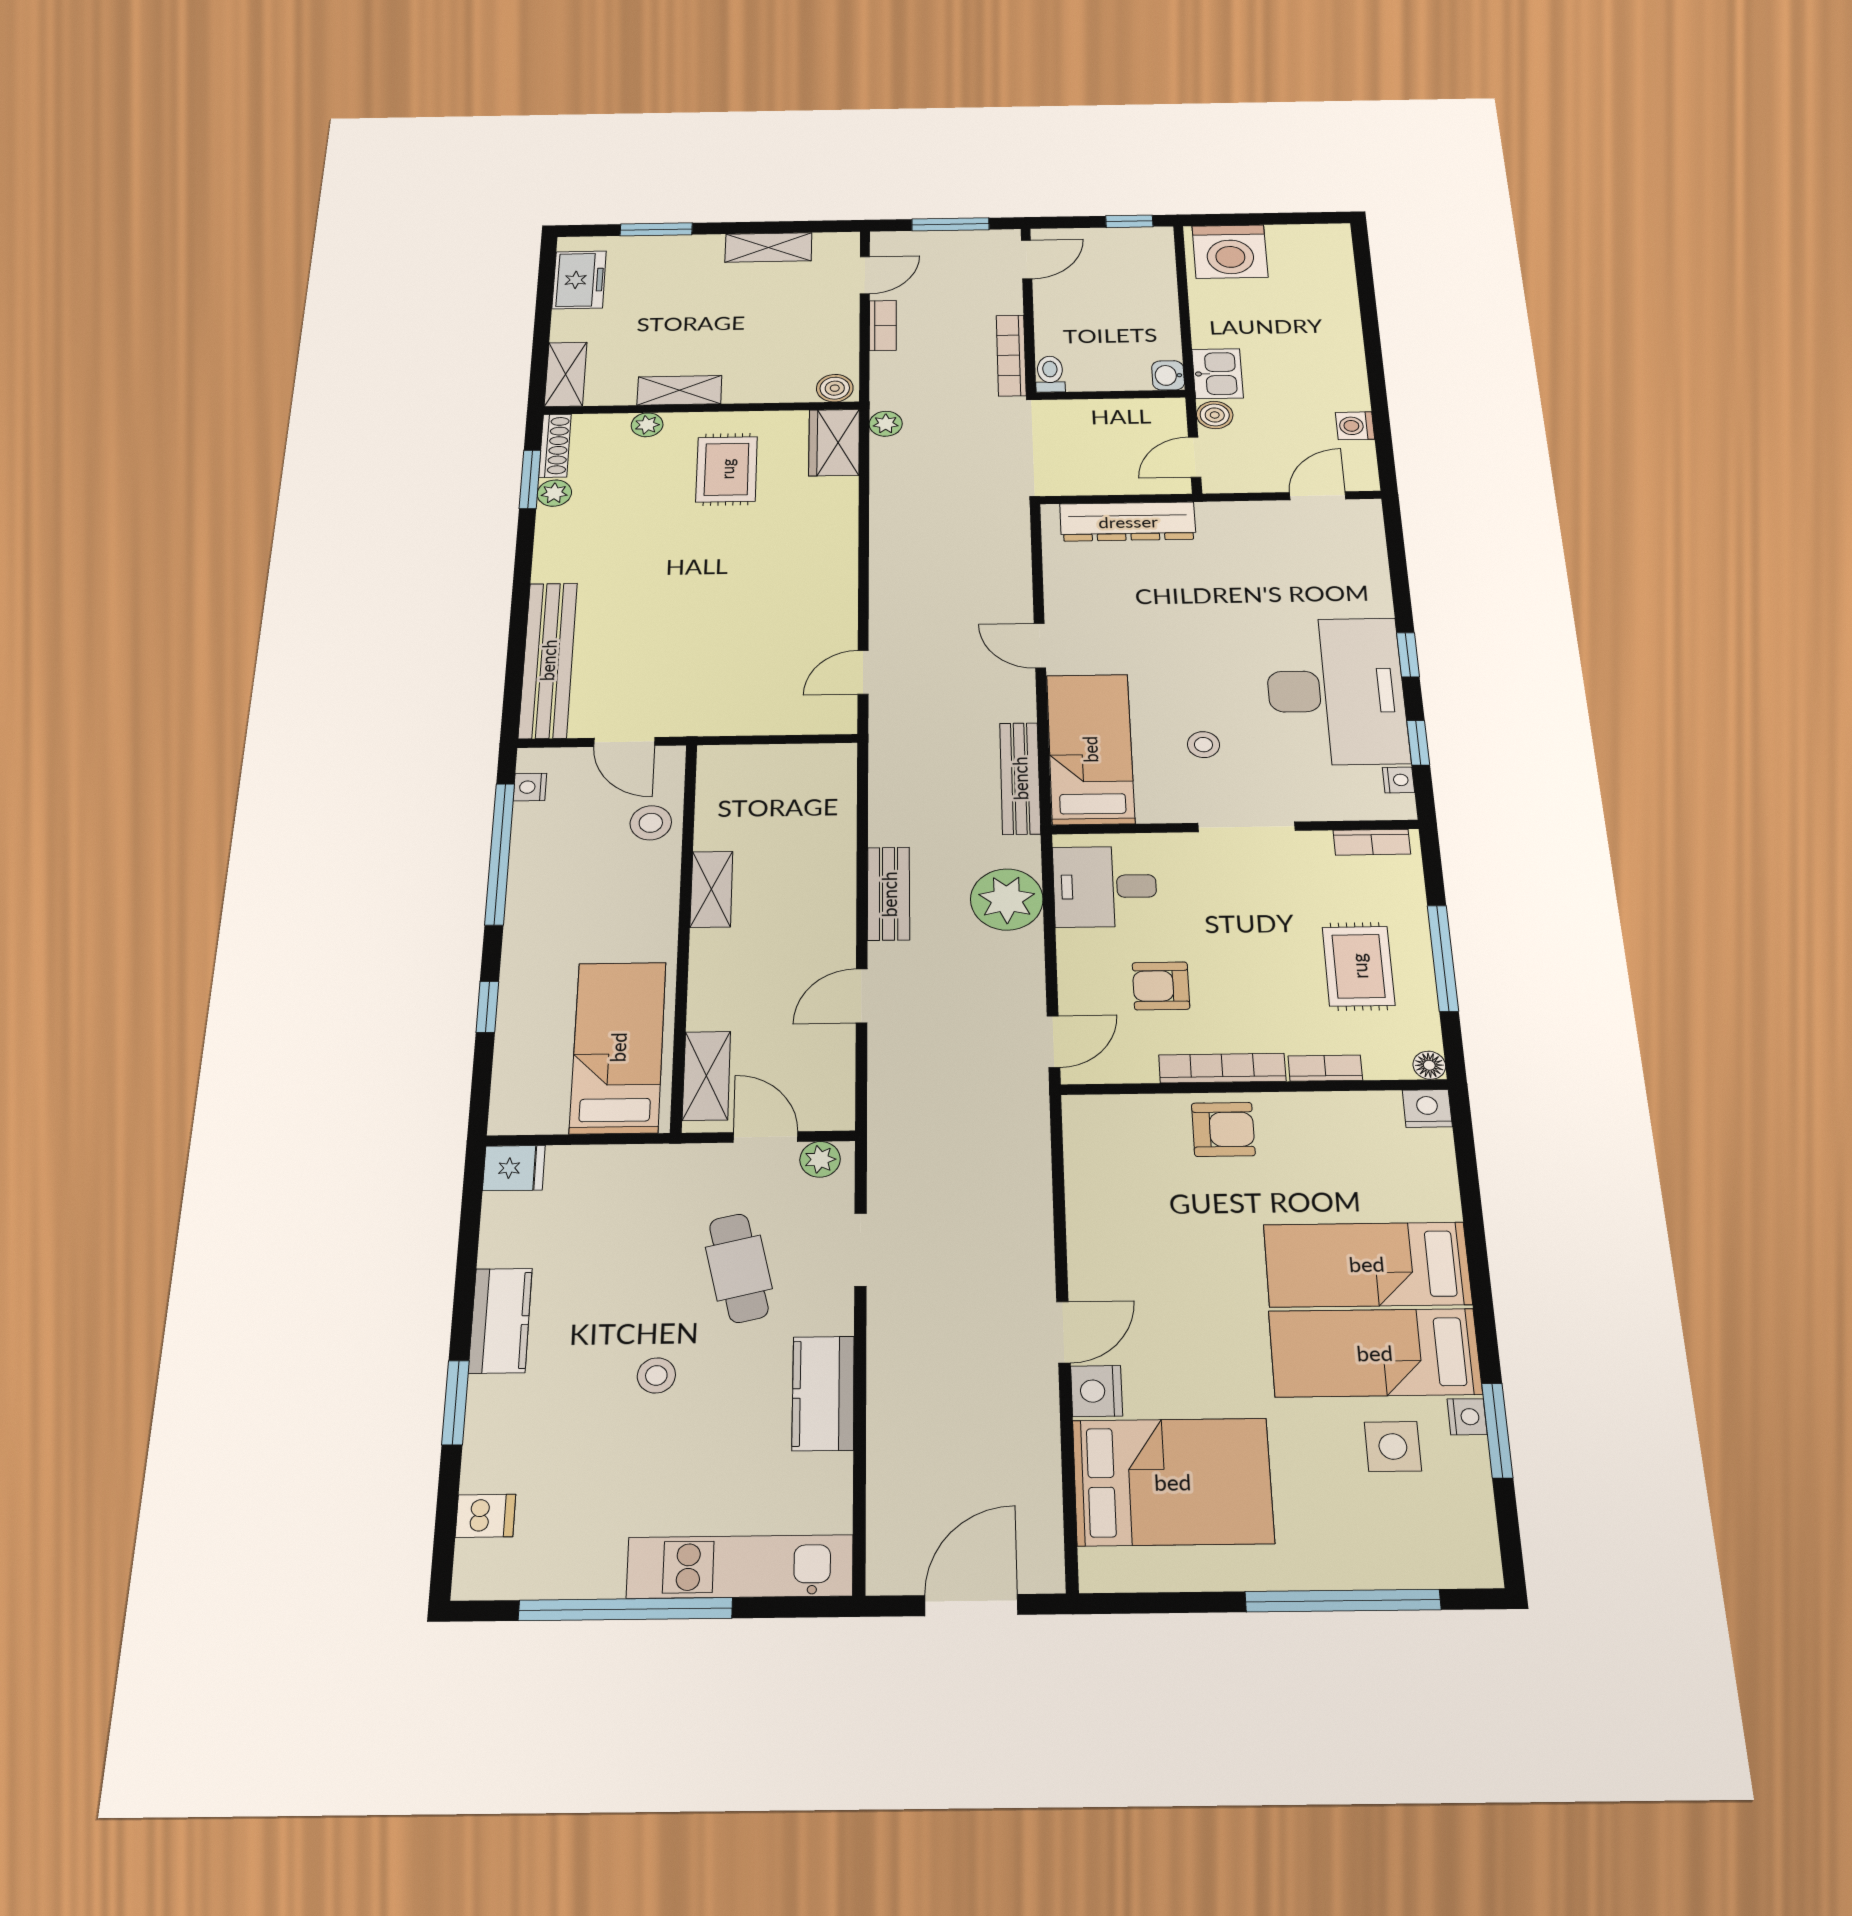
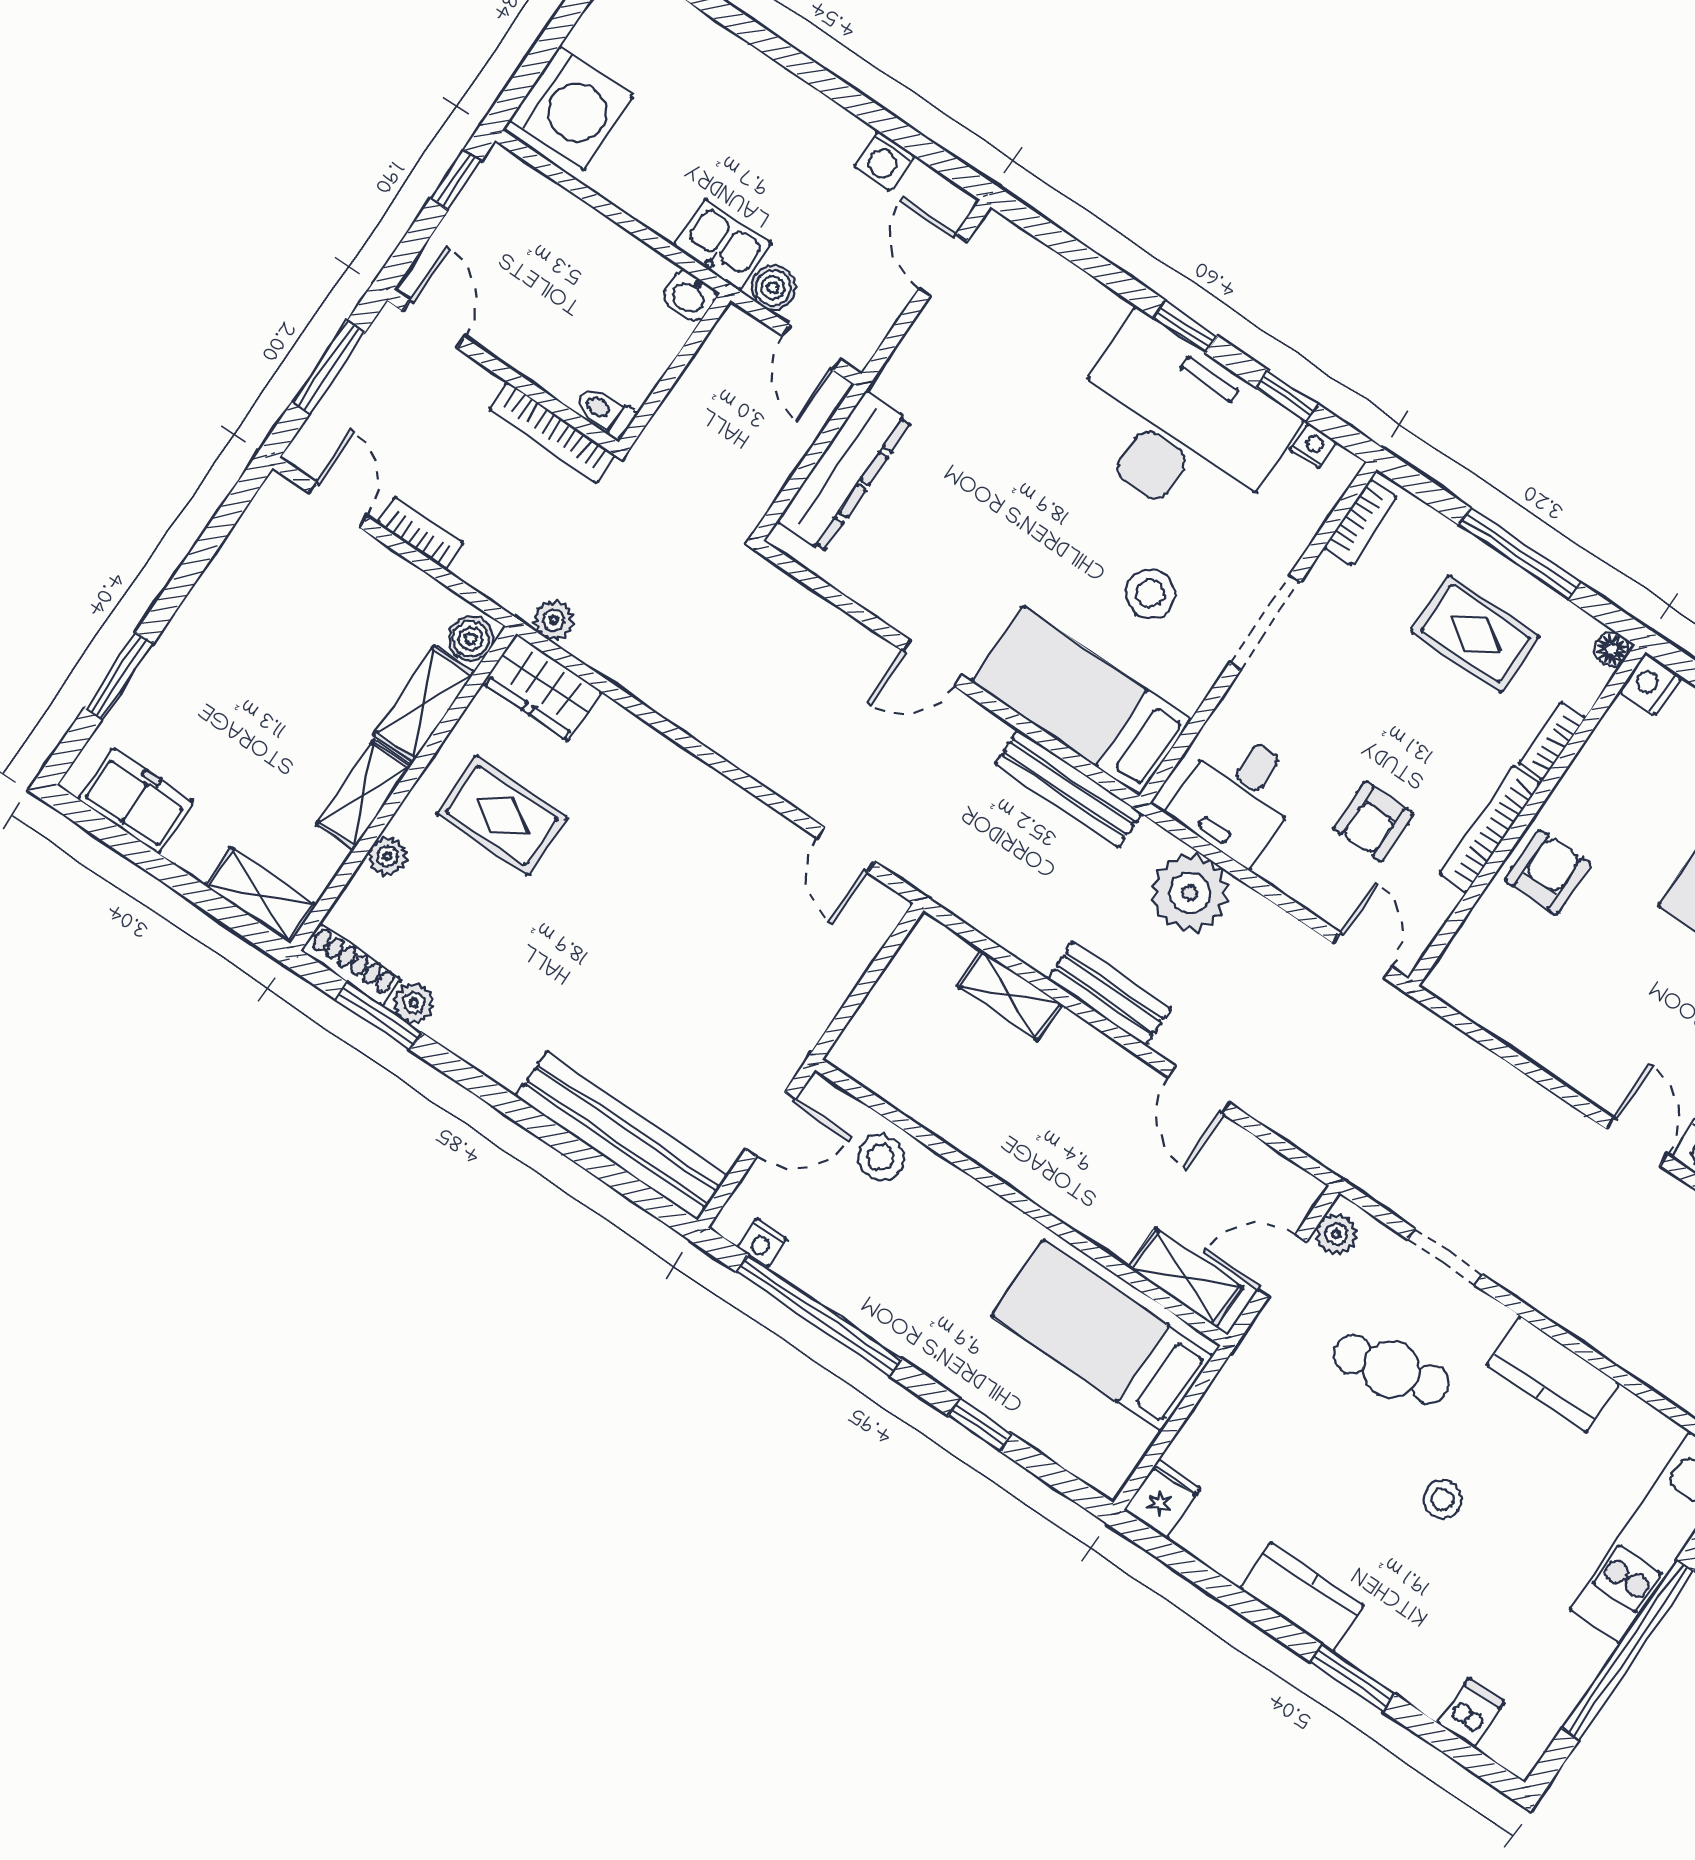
shelving: (768, 247) -> (424, 704), moved
stool: (1203, 745) -> (1150, 594), width x1.37, depth x1.37
shelving: (711, 889) -> (1010, 995), moved

